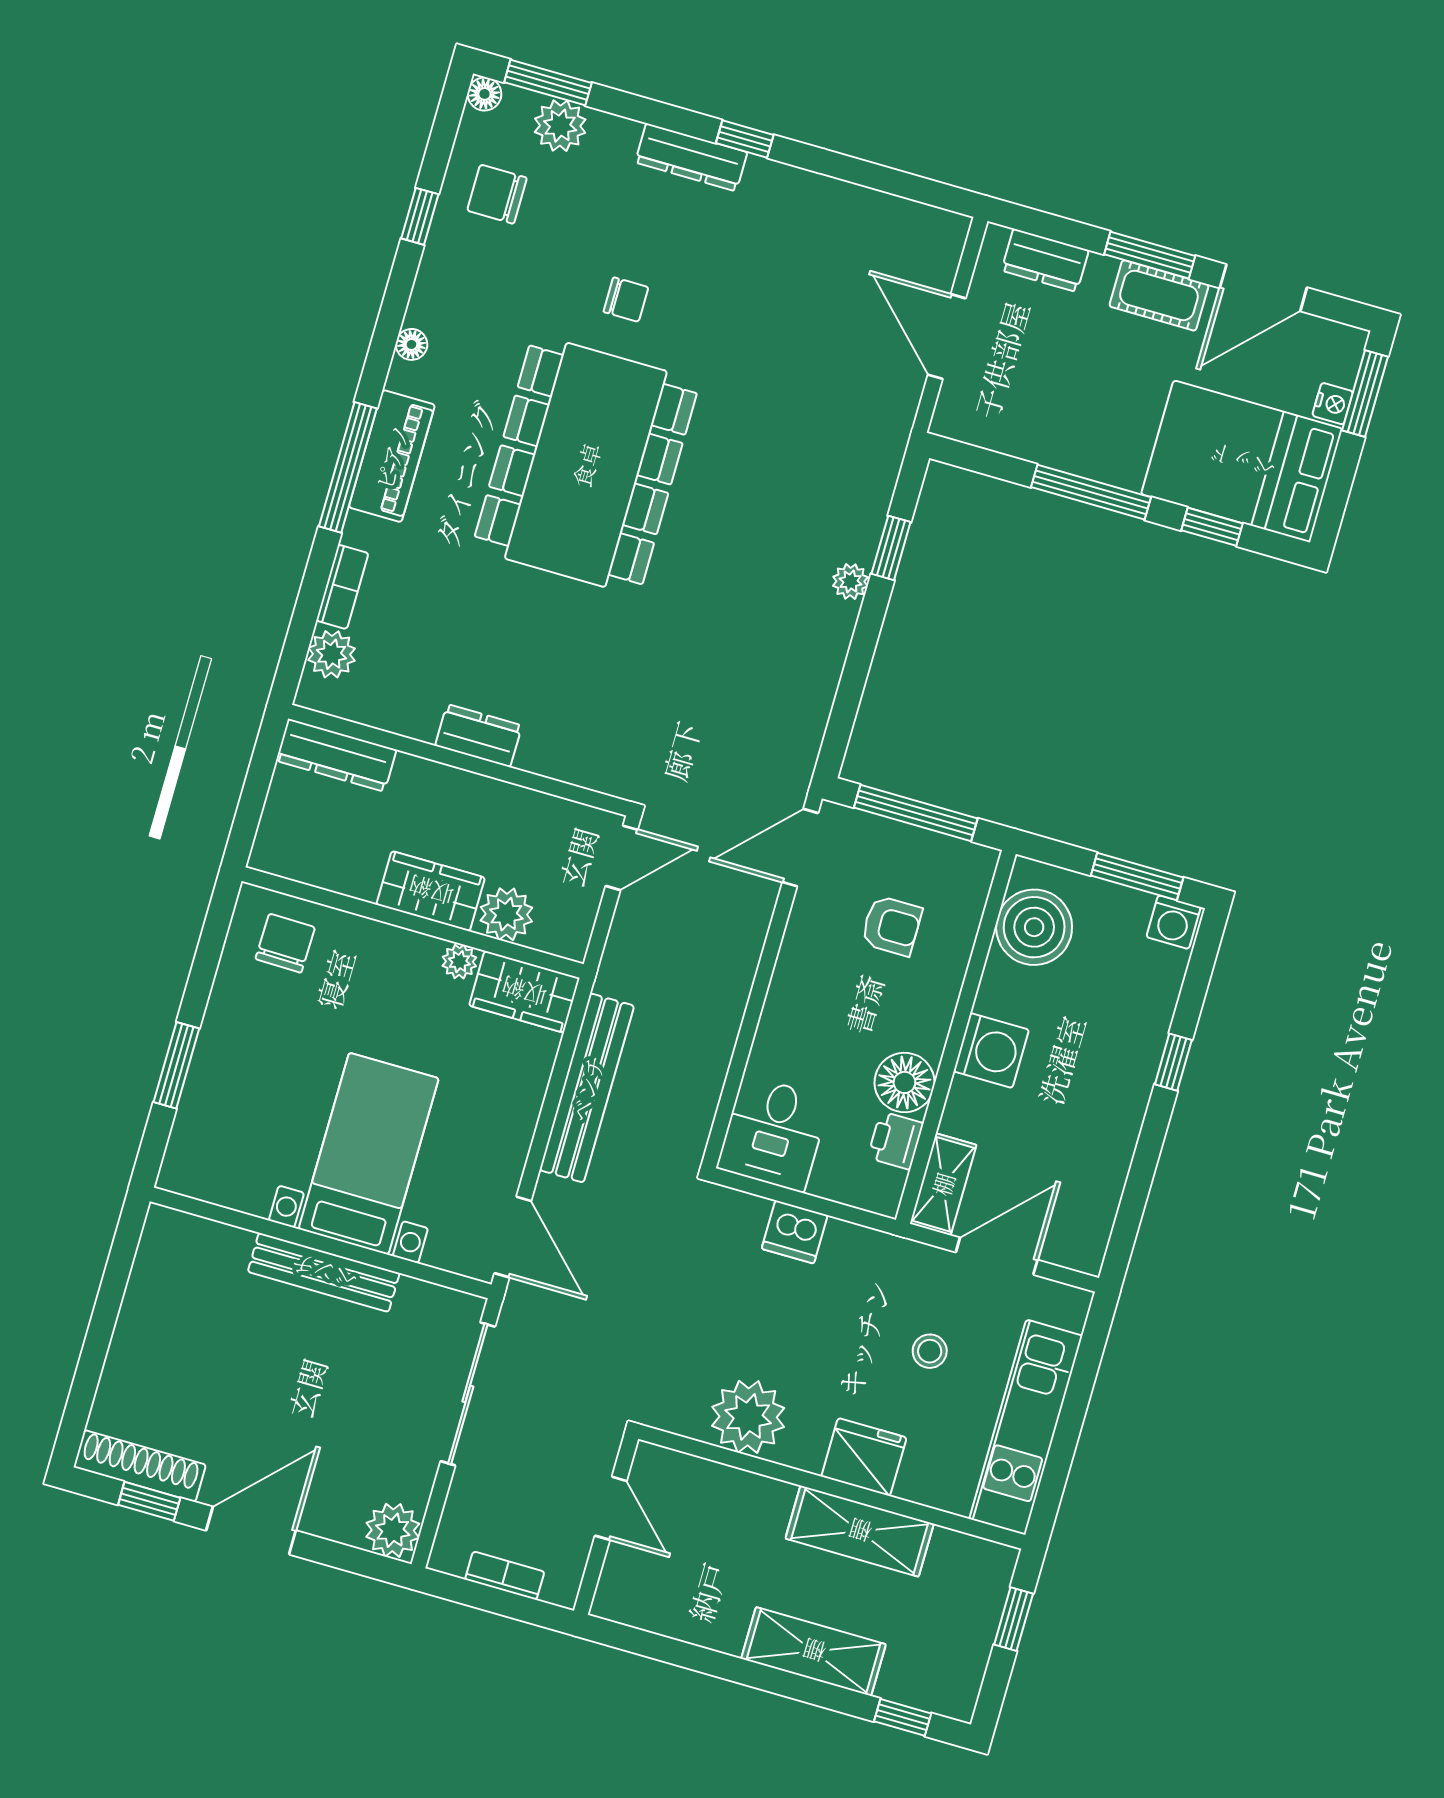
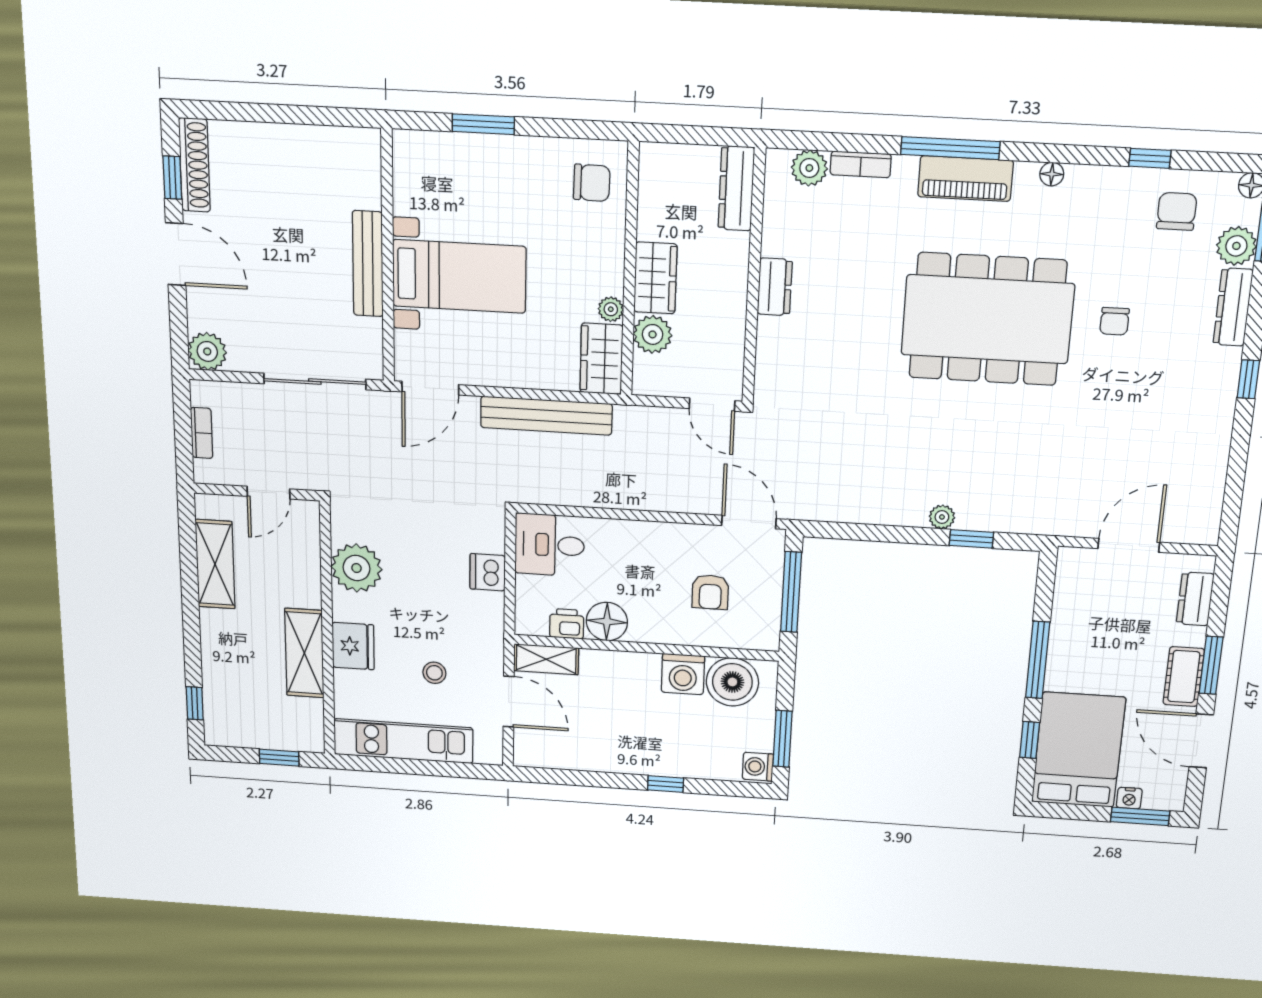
dresser: (691, 157) -> (1233, 307), moved
washing machine: (991, 1051) -> (683, 674), moved
shelving: (814, 1651) -> (215, 564), moved

